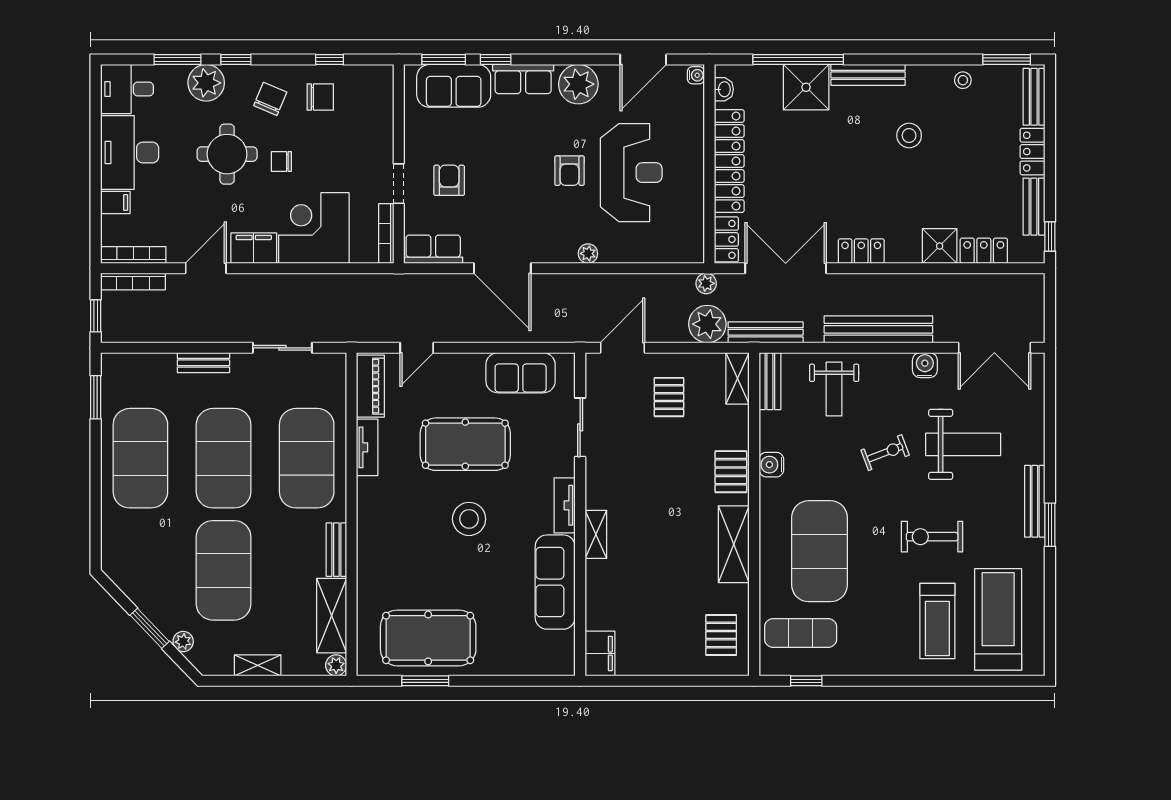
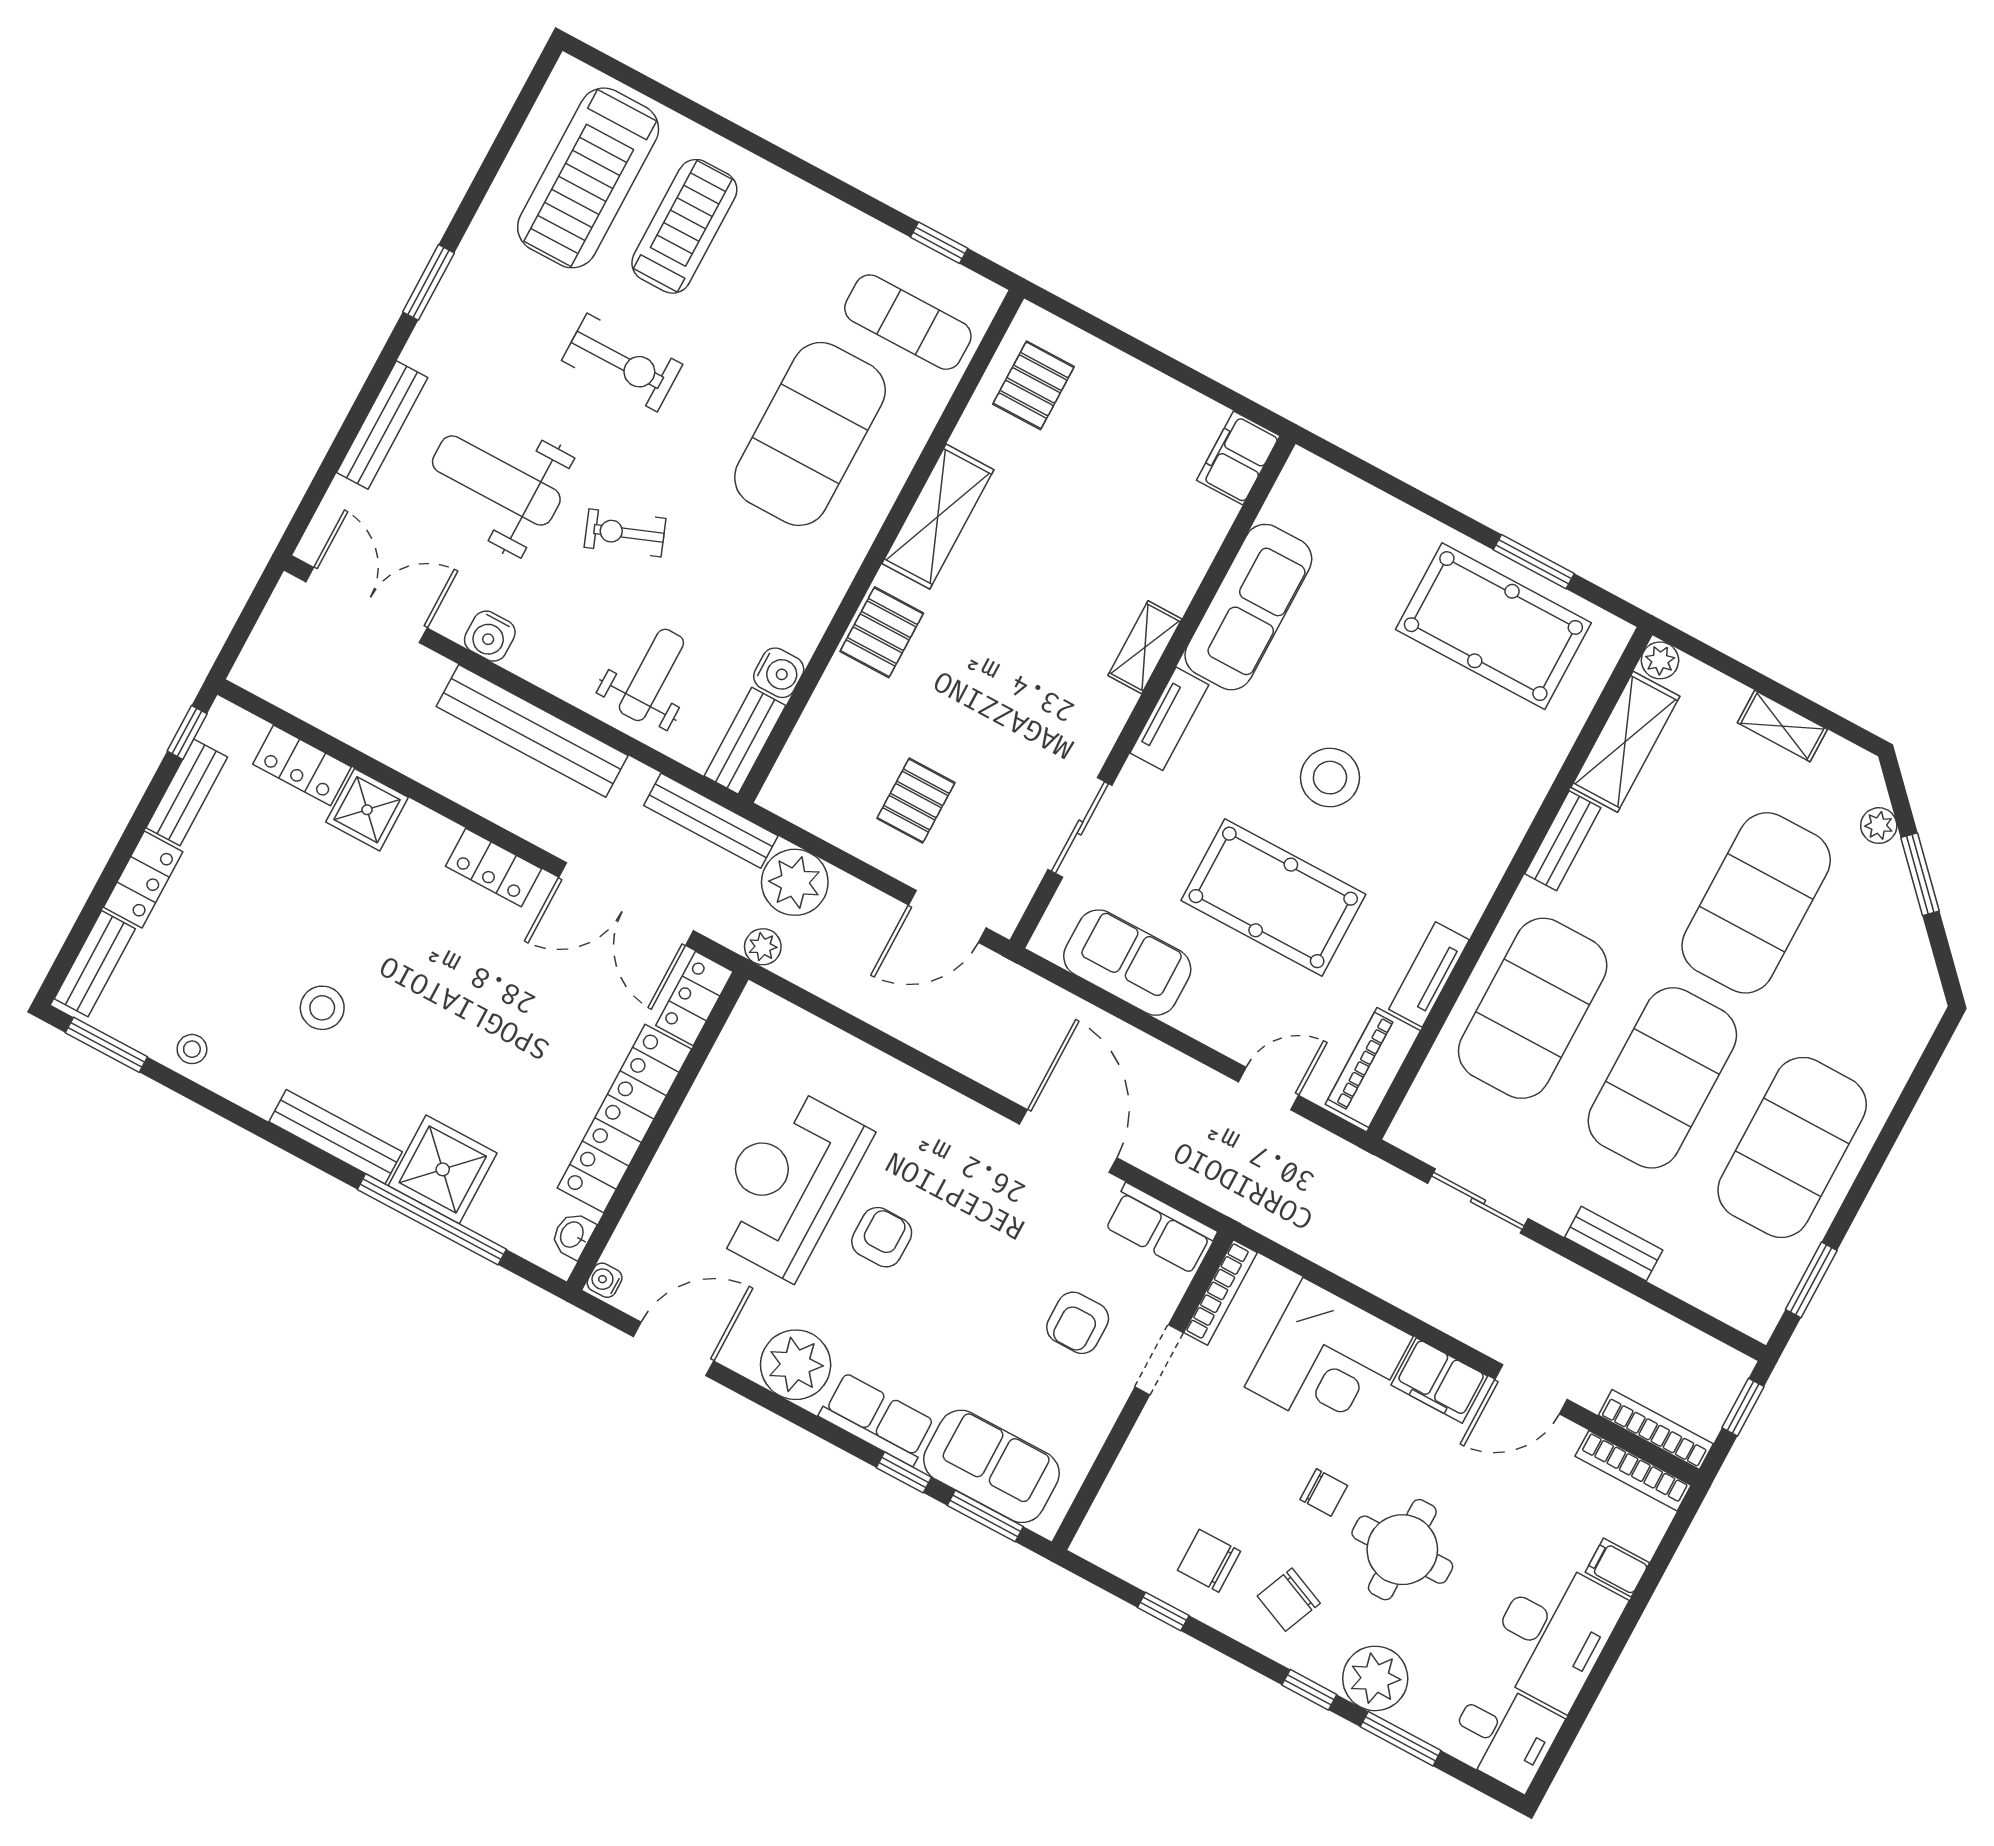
plant: (588, 254) -> (922, 1092), removed
shelving: (738, 378) -> (793, 772), removed
water cooler: (771, 465) -> (779, 673), moved
bench: (1035, 501) -> (382, 425), moved

